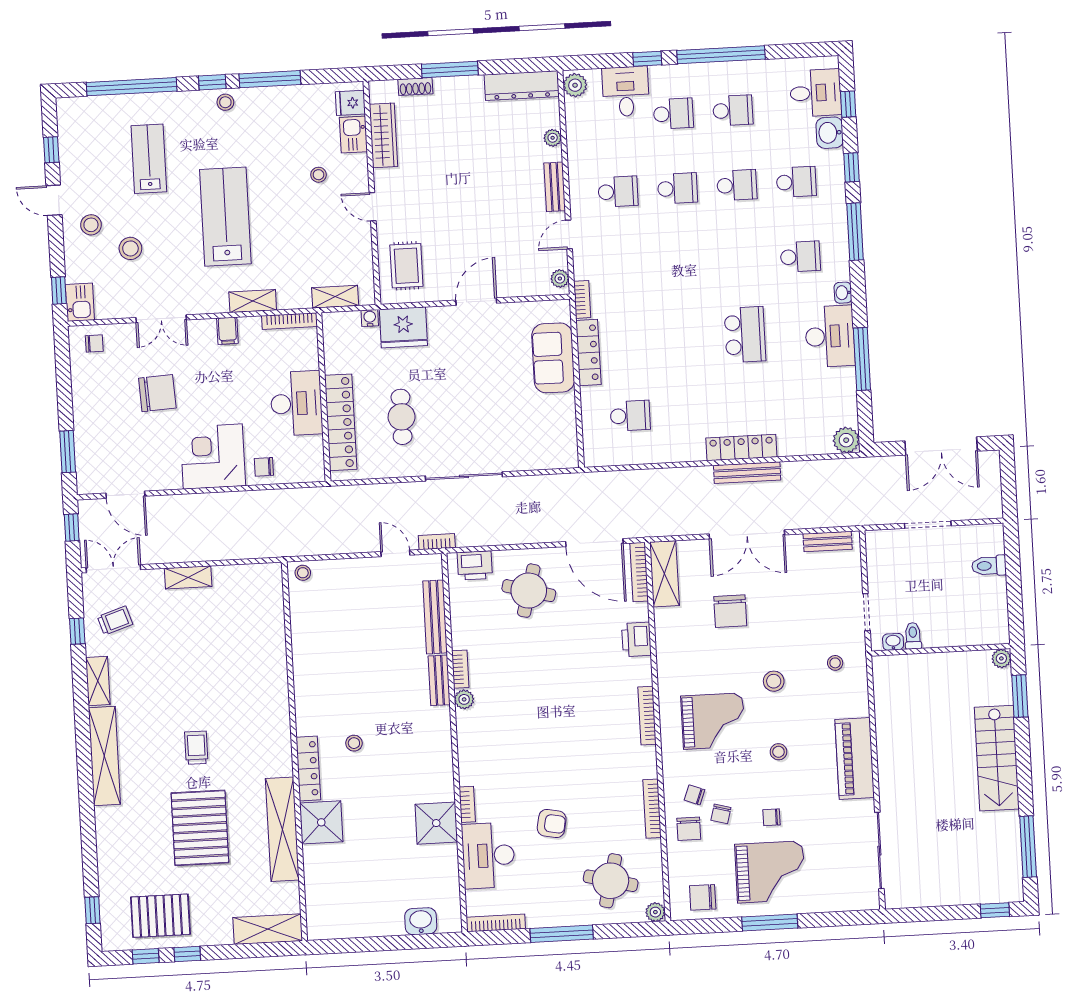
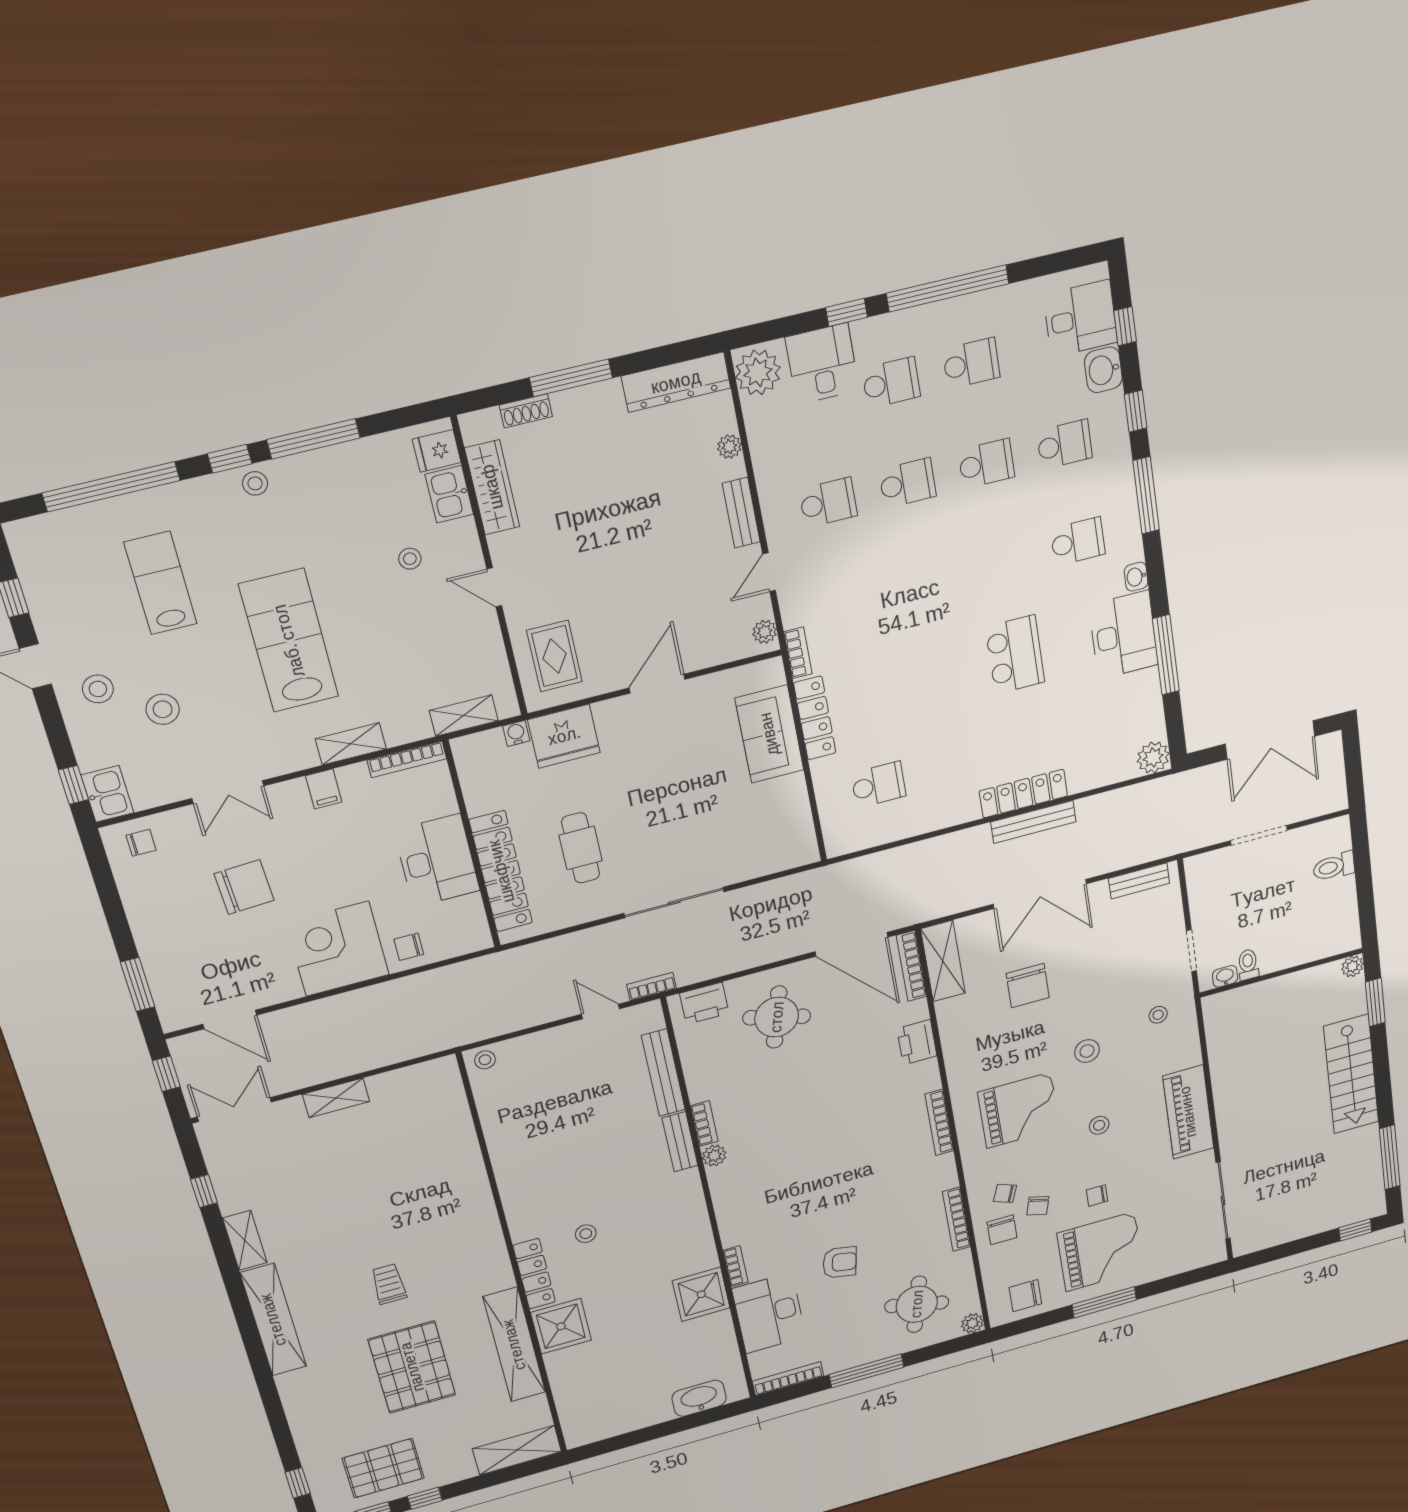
plant: (575, 85) -> (758, 372), width x1.36, depth x1.36
trolley: (115, 620) -> (251, 1168), removed
washbasin: (421, 921) -> (699, 1398), width x1.38

